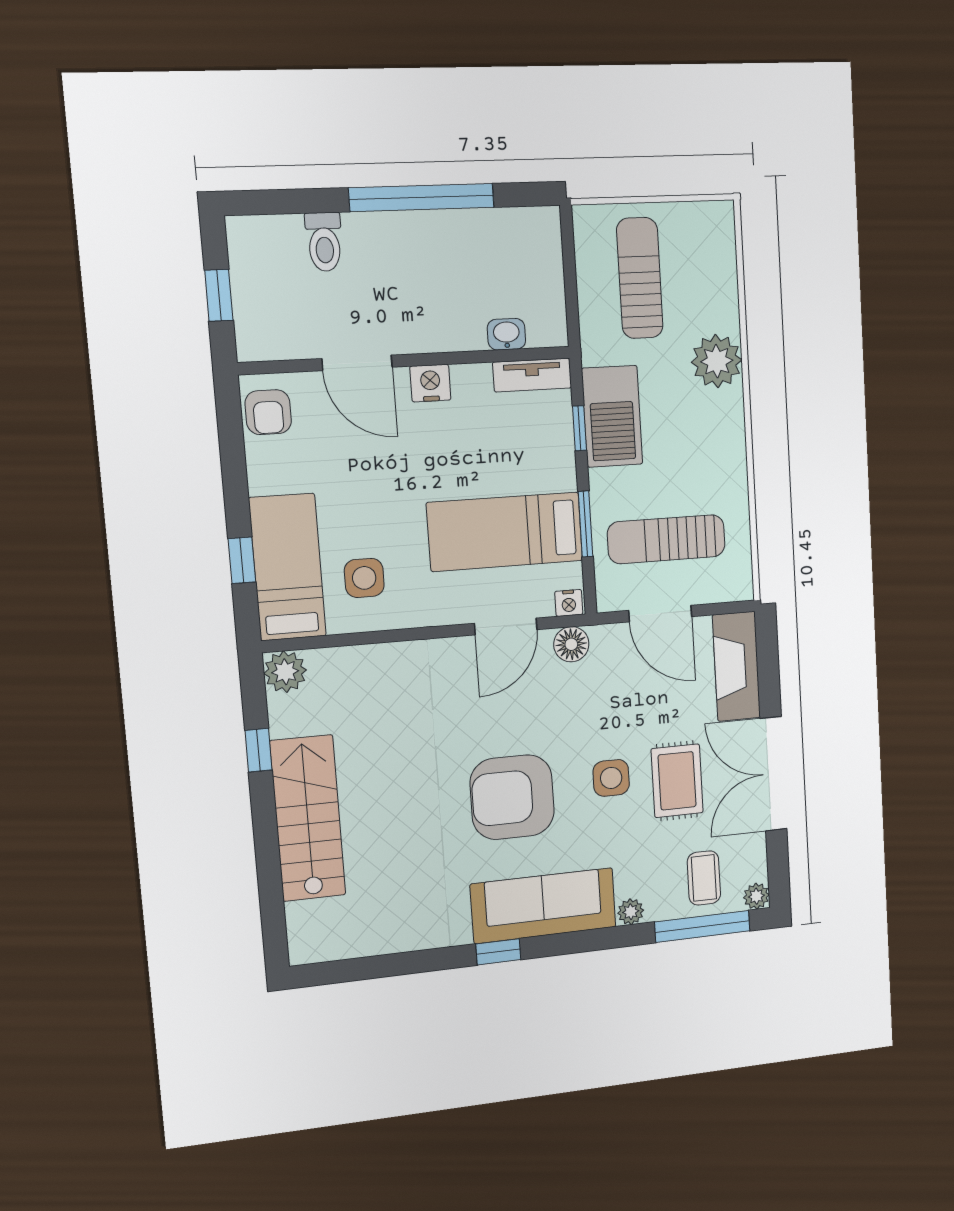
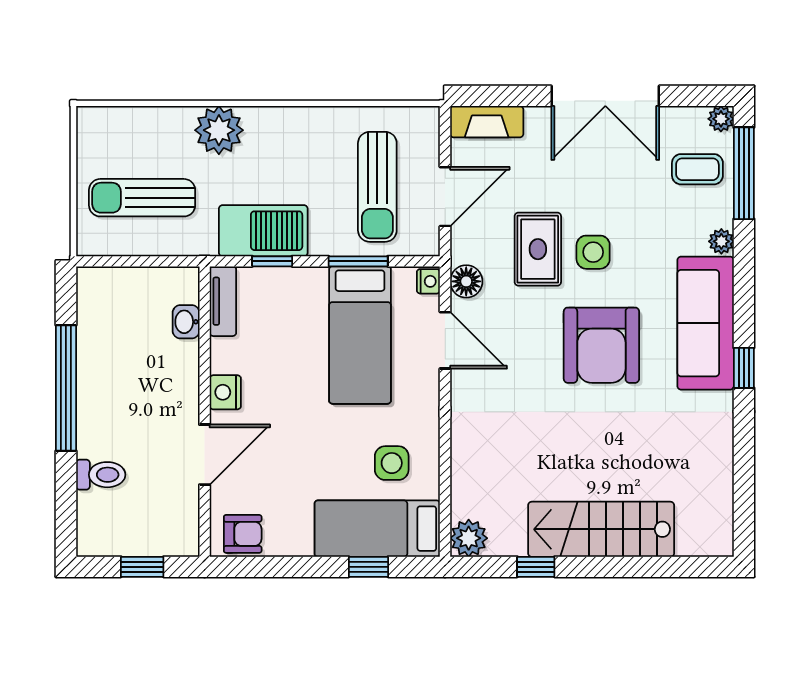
fireplace: (736, 666) -> (487, 122), width x0.73, depth x0.76
rug: (677, 781) -> (538, 249), moved, turned 90

